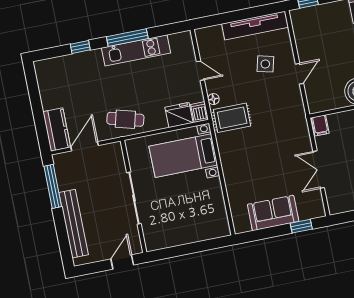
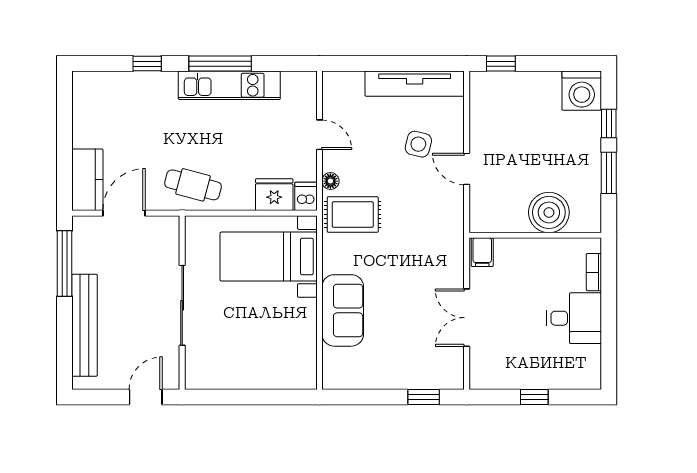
door: (300, 74) -> (467, 169), swing flipped
sofa: (273, 213) -> (343, 310), moved, turned 90

